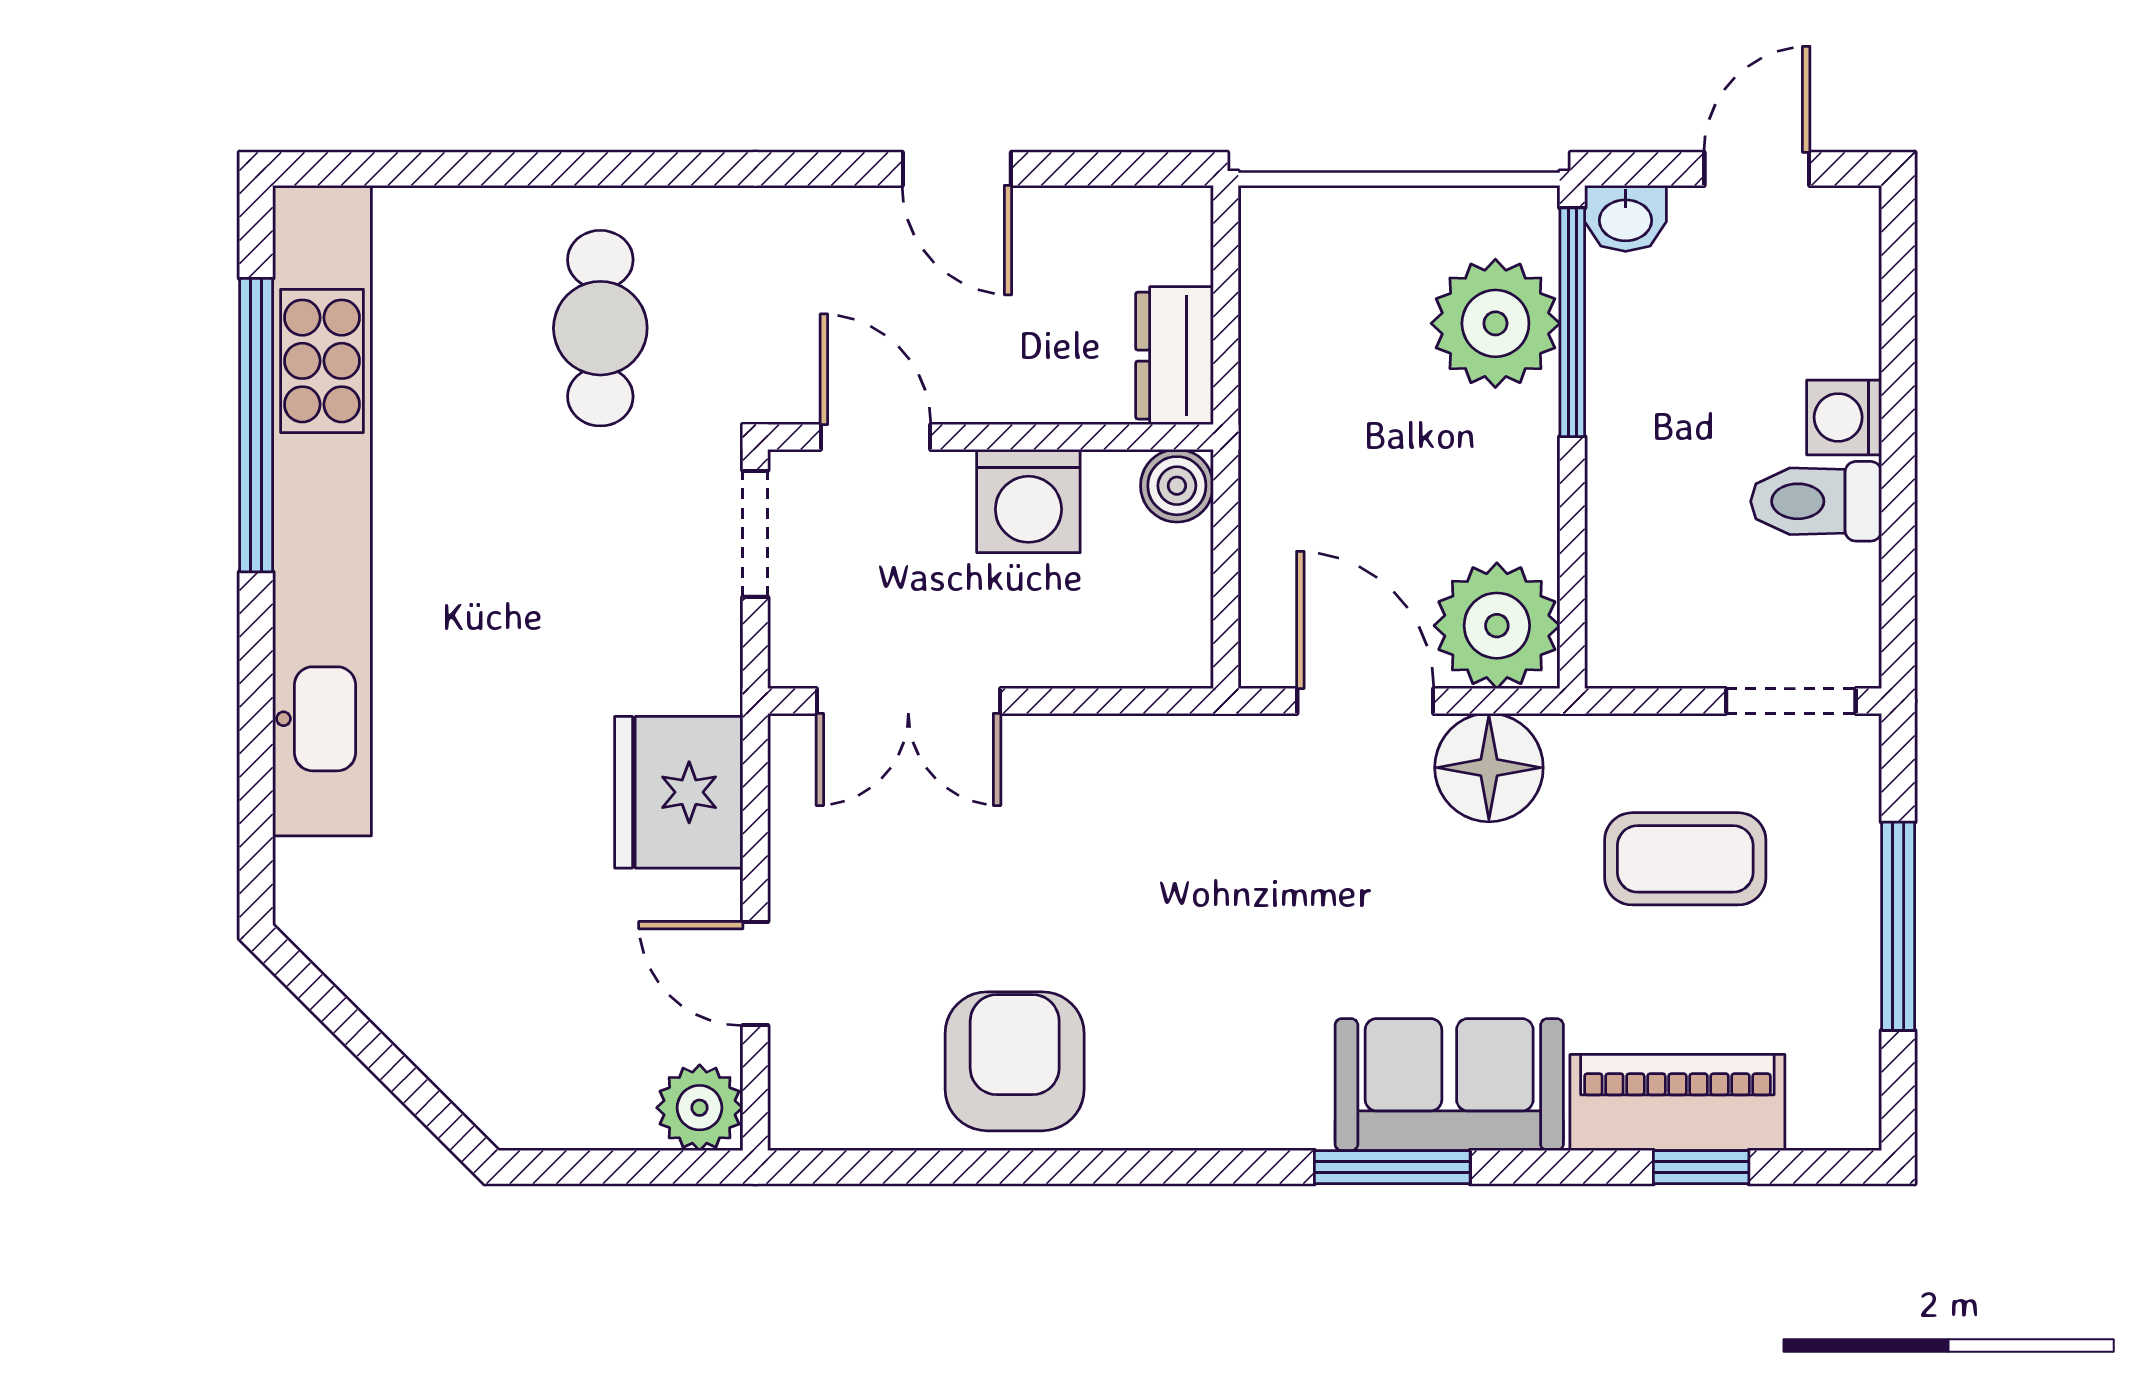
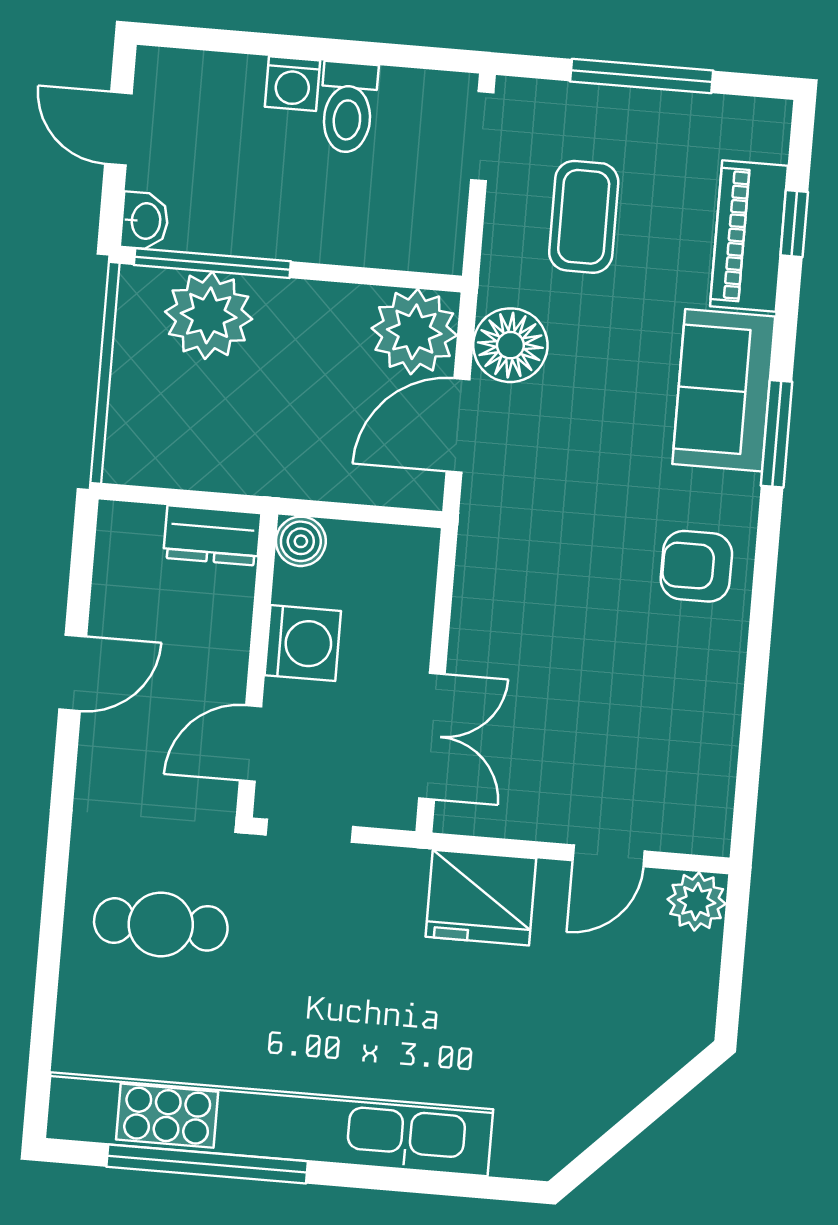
armchair: (1015, 1061) -> (696, 566), moved, width x0.72, depth x0.72

